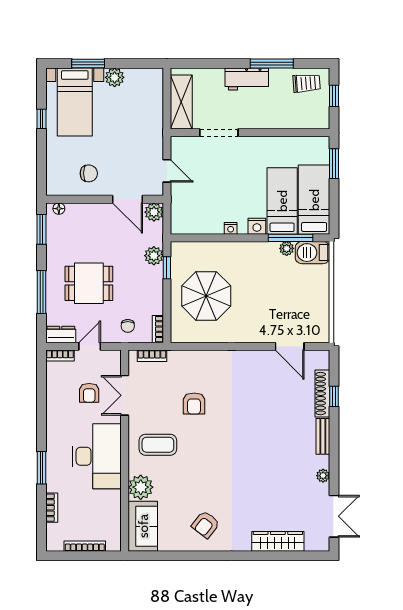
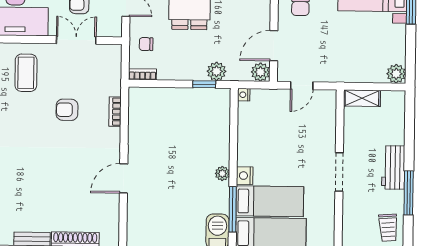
plant: (115, 77) -> (396, 74), moved
shelving: (181, 102) -> (362, 98), width x0.67, depth x0.75
doorway: (219, 133) -> (339, 172), moved
nightstand: (231, 228) -> (244, 95), moved
plant: (287, 248) -> (222, 174), moved
parasol: (206, 296) -> (175, 124), removed
door: (290, 346) -> (124, 178), moved
bookcase: (152, 356) -> (115, 112), moved

